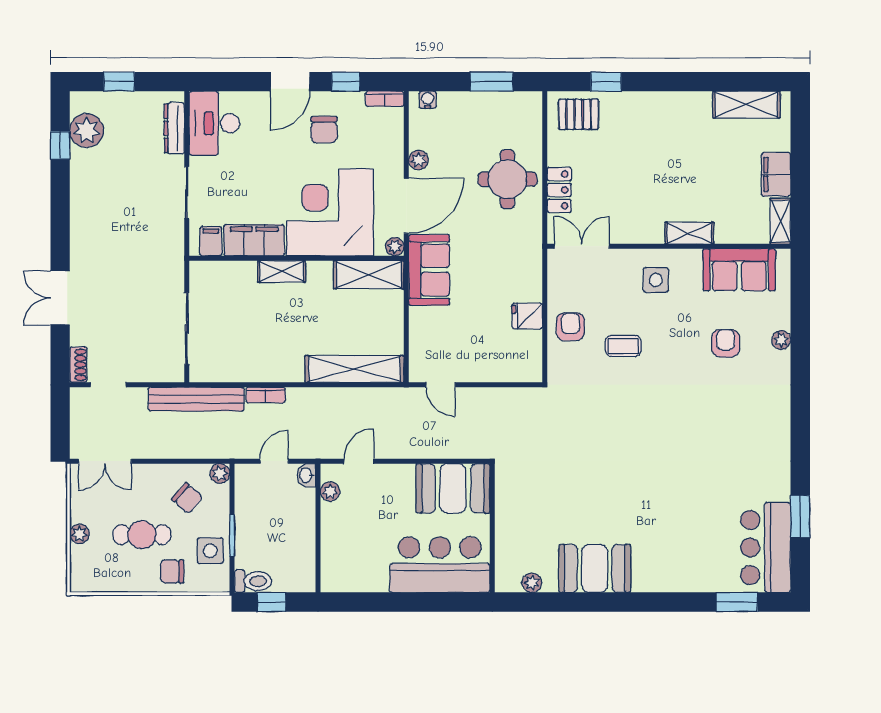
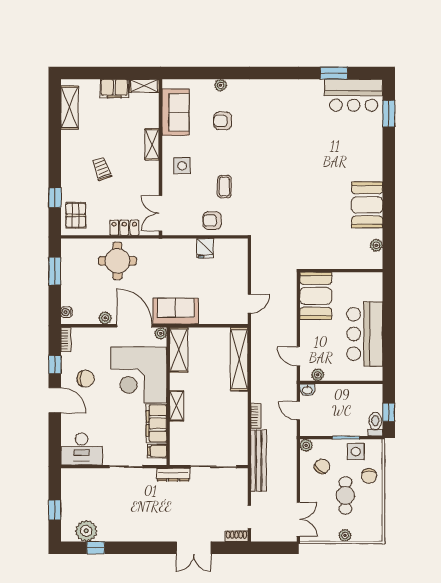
dresser: (174, 128) -> (173, 475), moved
trolley: (651, 155) -> (102, 169), added
bar counter: (440, 565) -> (365, 334), moved

